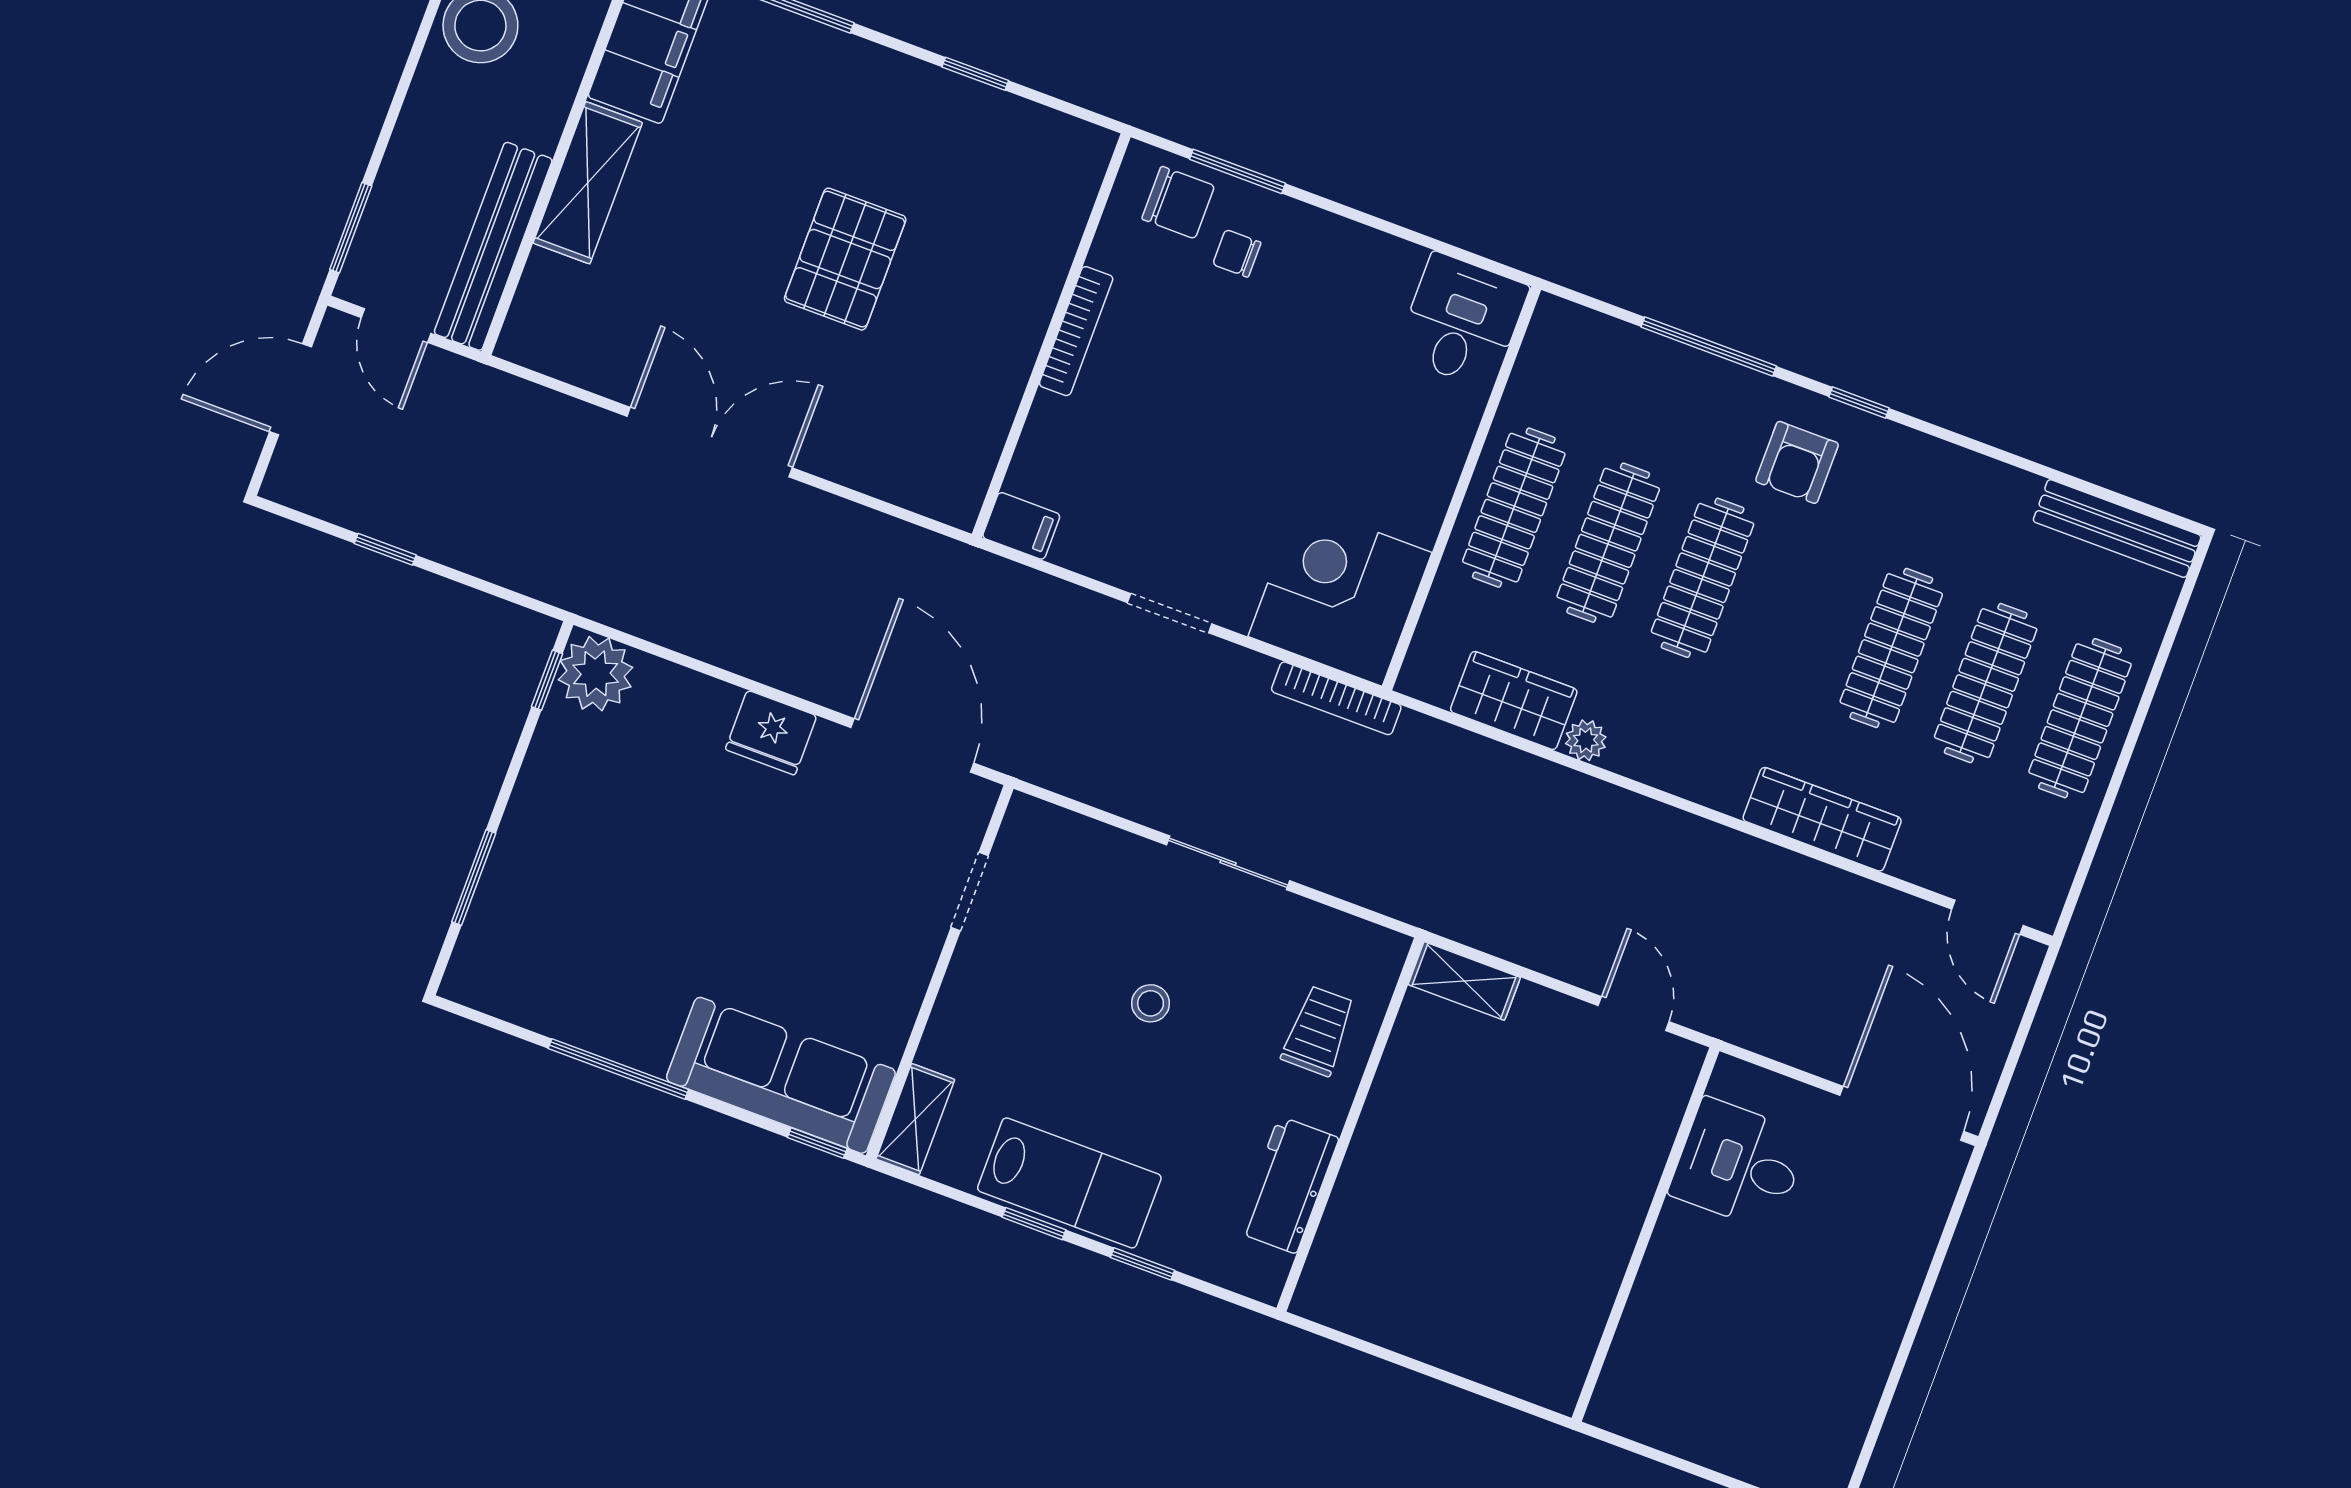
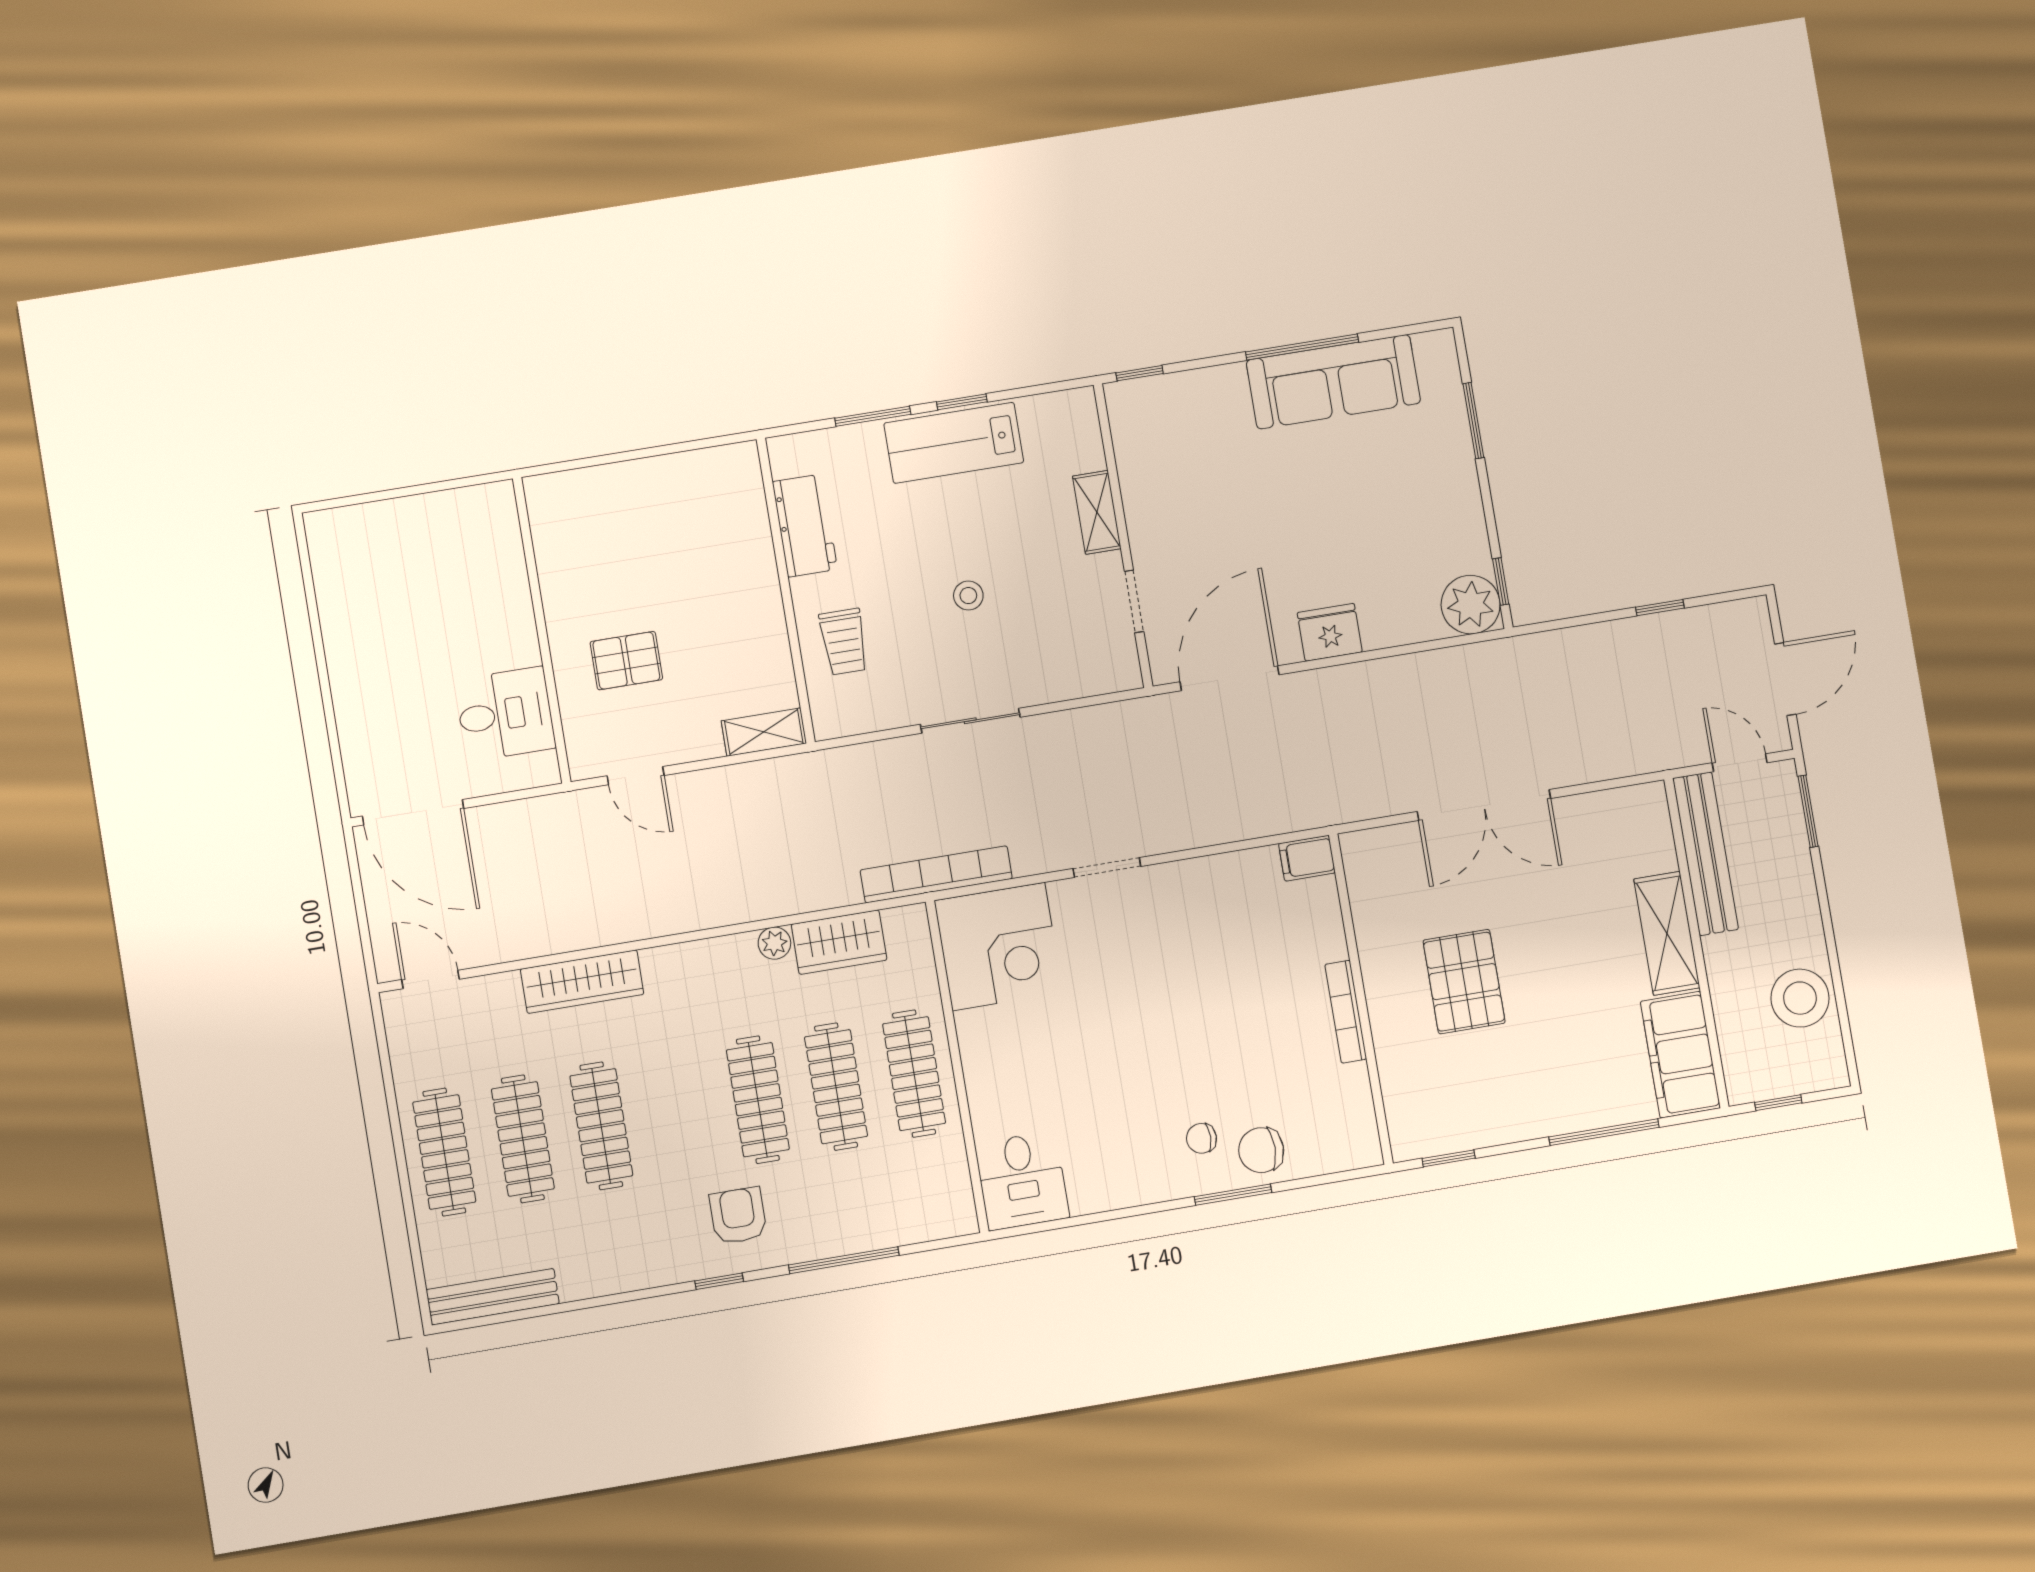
chair: (1237, 253) -> (1201, 1138), turned 180
bookcase: (1076, 331) -> (1346, 1012), moved
wall: (1051, 336) -> (1361, 999), moved
filing cabinet: (1021, 526) -> (1307, 858), moved
bookcase: (1336, 698) -> (936, 874), width x1.48, depth x1.31
door: (912, 745) -> (1230, 678), swing flipped
sofa: (781, 1075) -> (1333, 382), moved
shelving: (915, 1119) -> (1097, 512), moved
pallet: (1571, 1147) -> (626, 661), added
window: (1143, 1264) -> (873, 416), width x1.50

